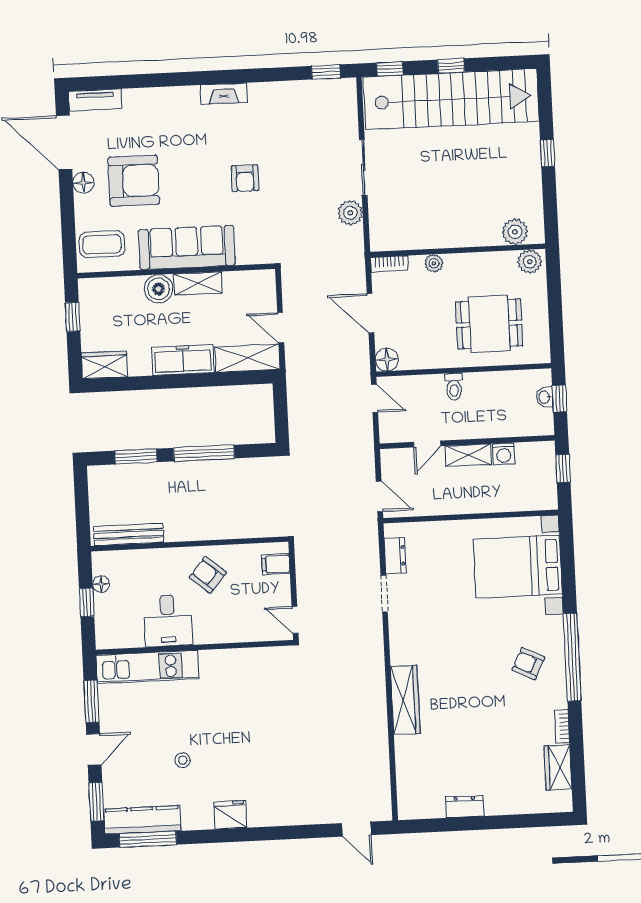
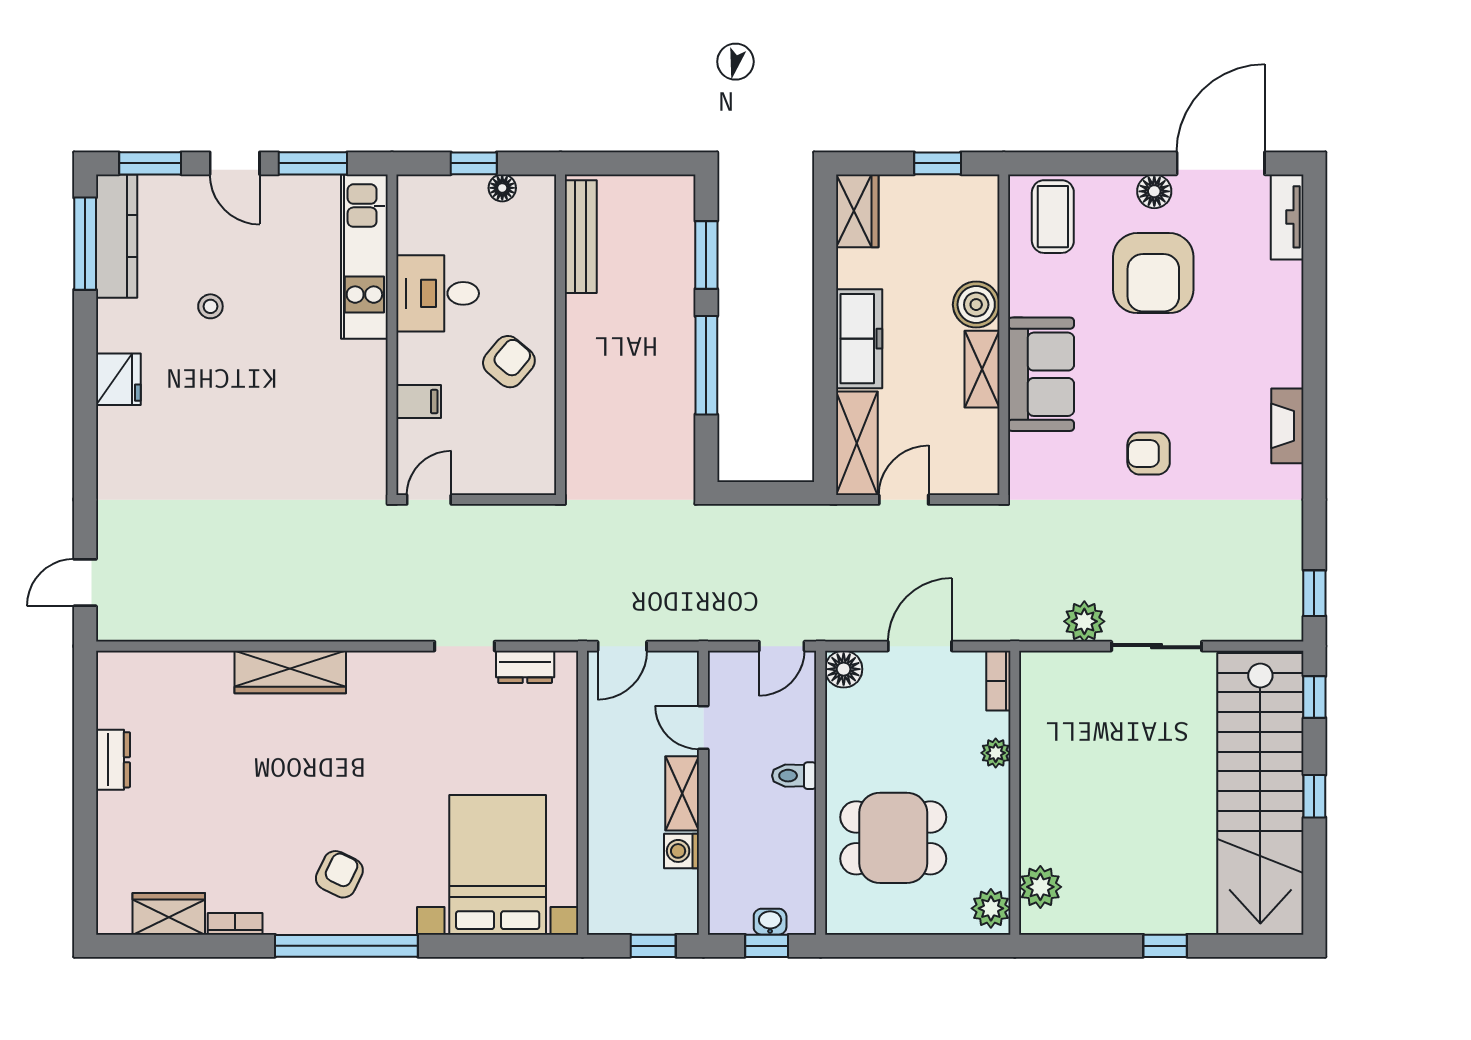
sofa: (187, 247) -> (1041, 374), width x0.73
dining table: (489, 324) -> (893, 838), turned 90
filing cabinet: (276, 564) -> (419, 402), moved, turned 90

